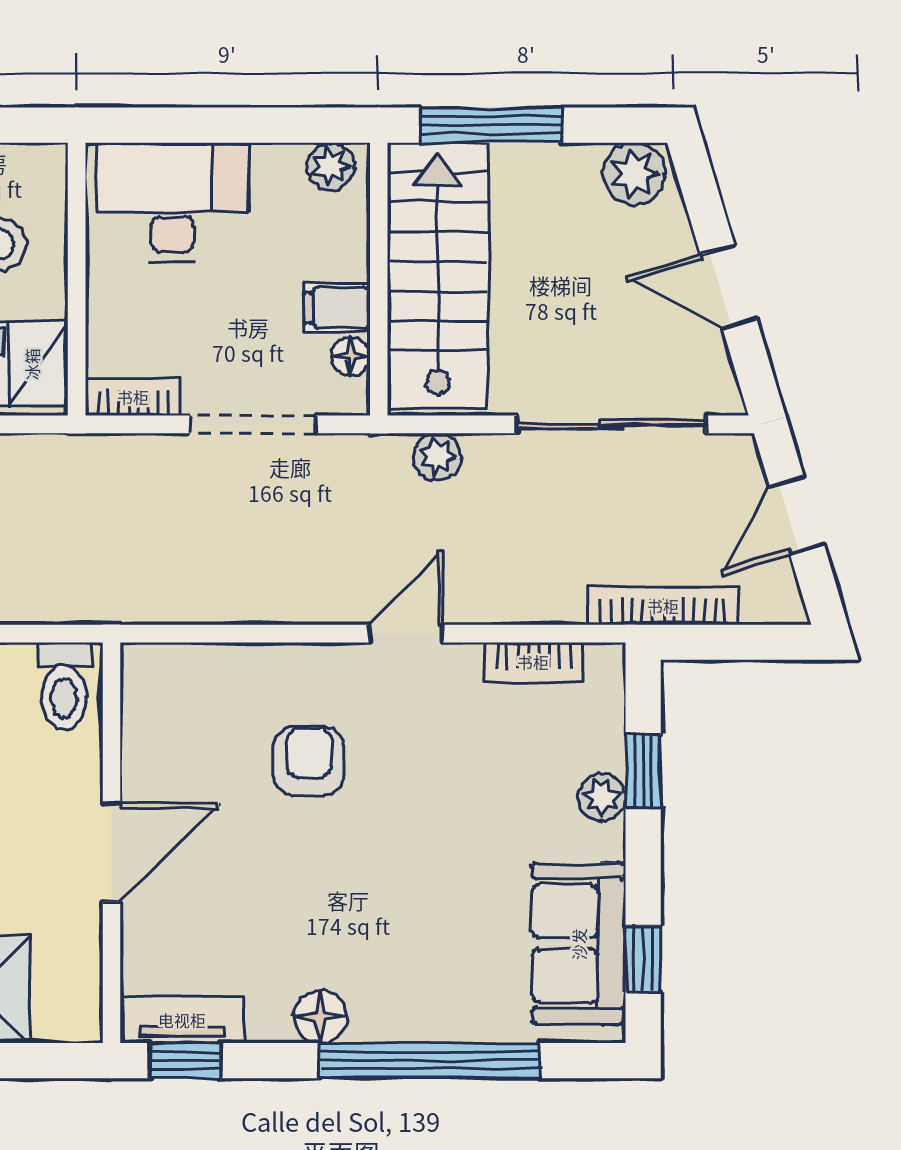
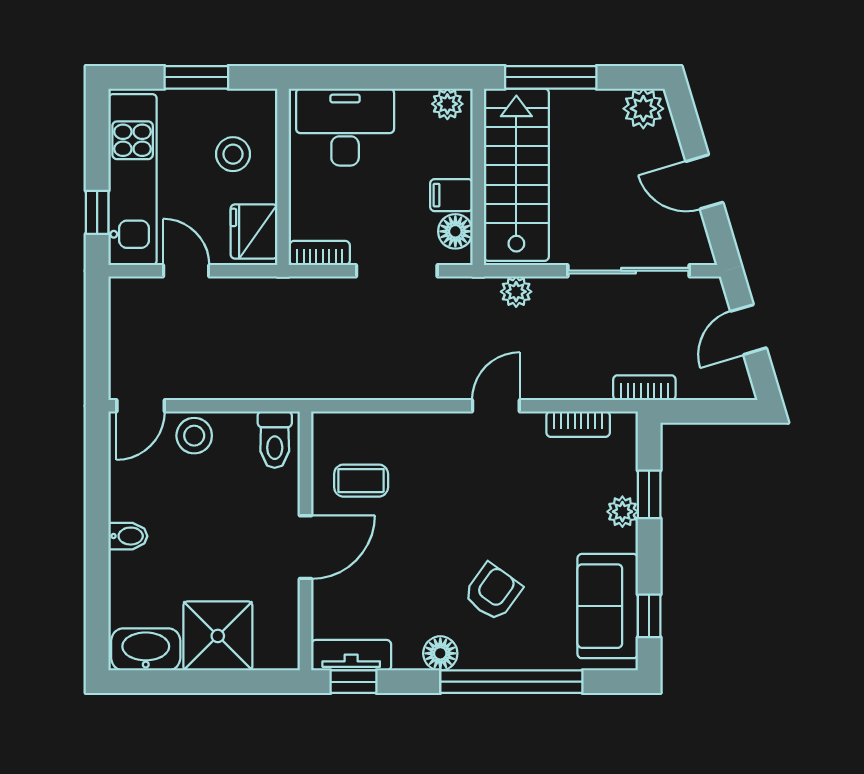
floor lamp: (351, 356) -> (455, 231), width x1.37, depth x1.37
bookcase: (663, 606) -> (644, 388), width x0.64
coffee table: (197, 749) -> (361, 481), added
armchair: (309, 761) -> (493, 592), moved, turned 36

